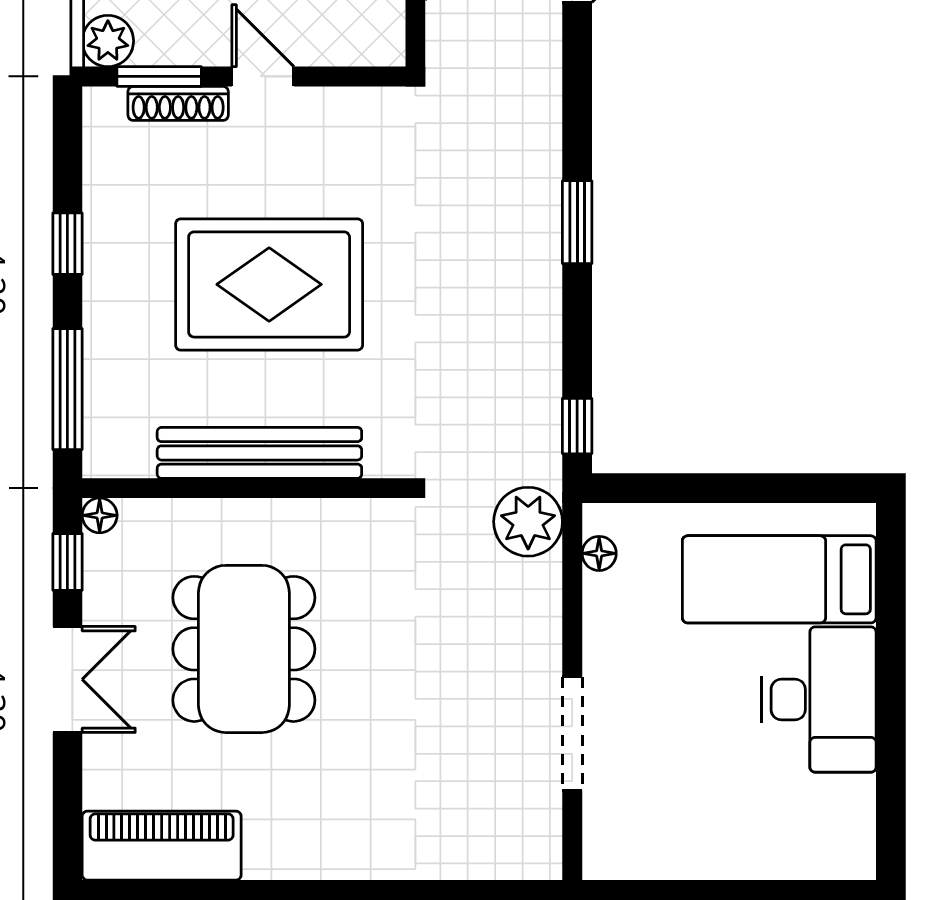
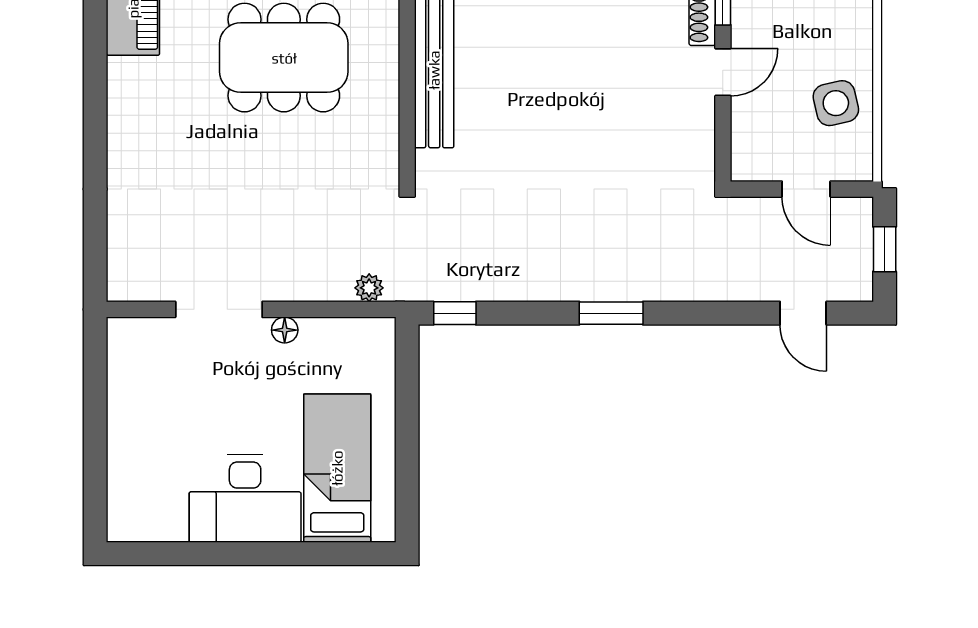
rug: (269, 284) -> (563, 77), removed
plant: (528, 522) -> (369, 288), width x0.53, depth x0.53
floor lamp: (599, 553) -> (285, 330), moved

